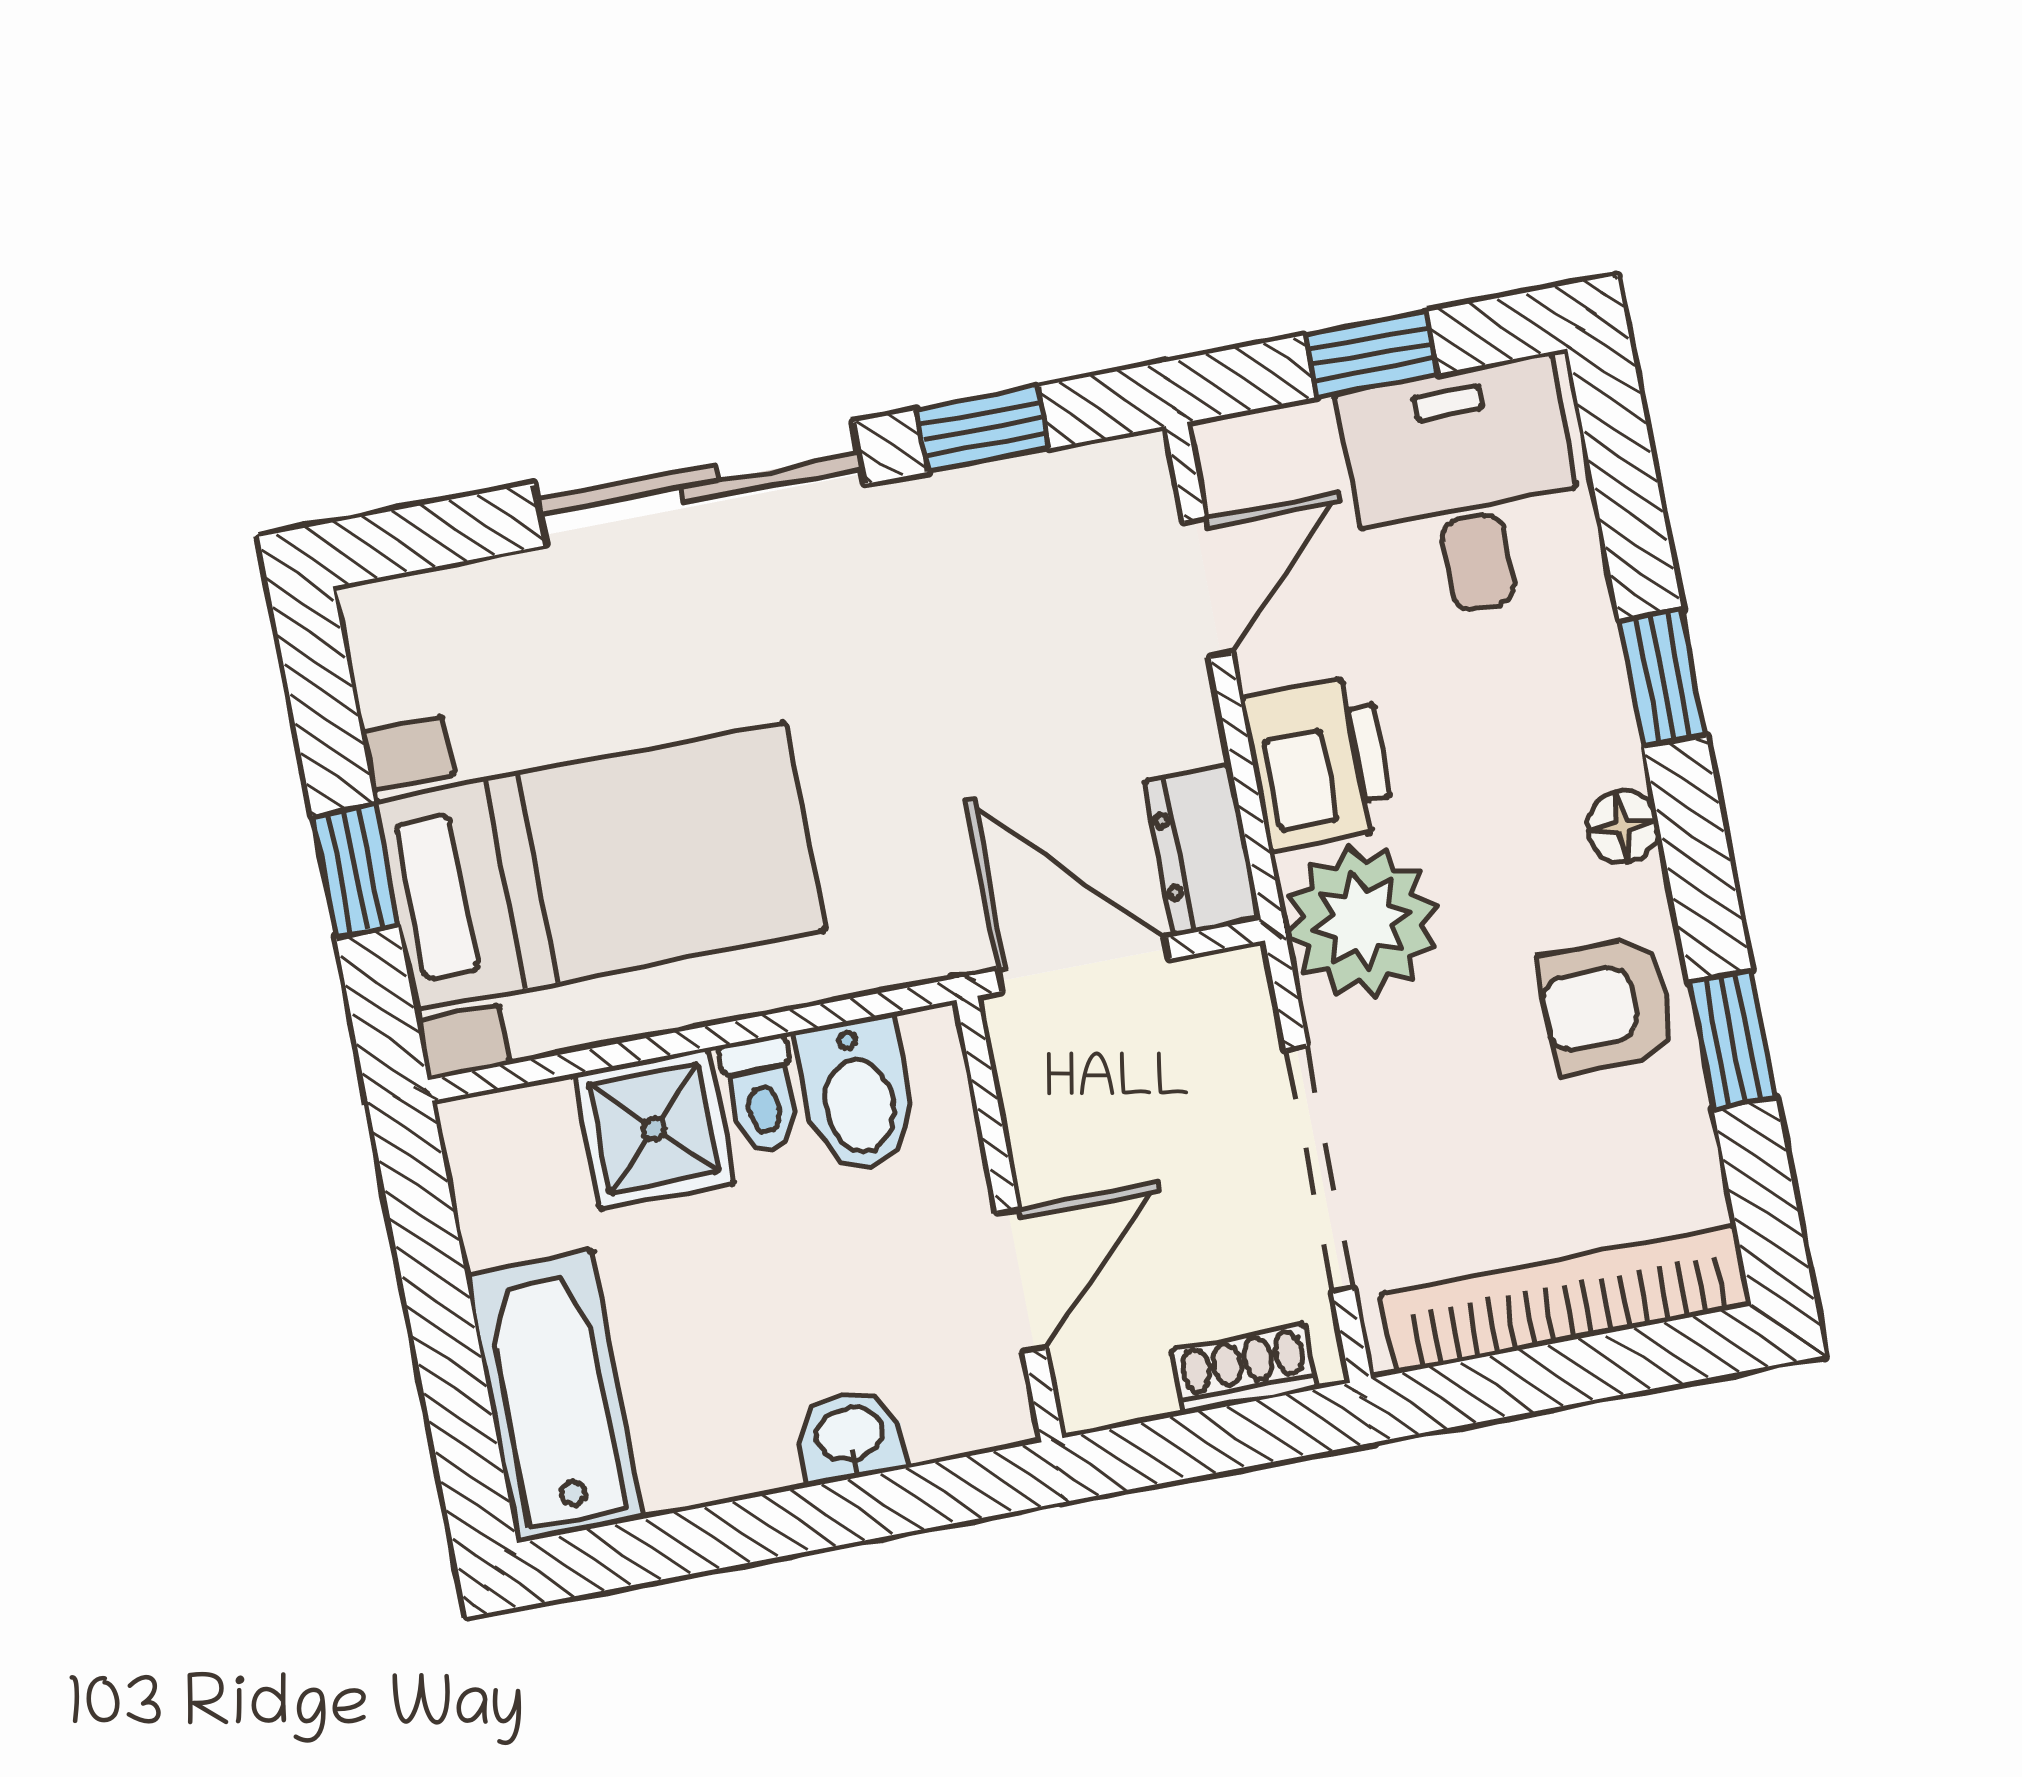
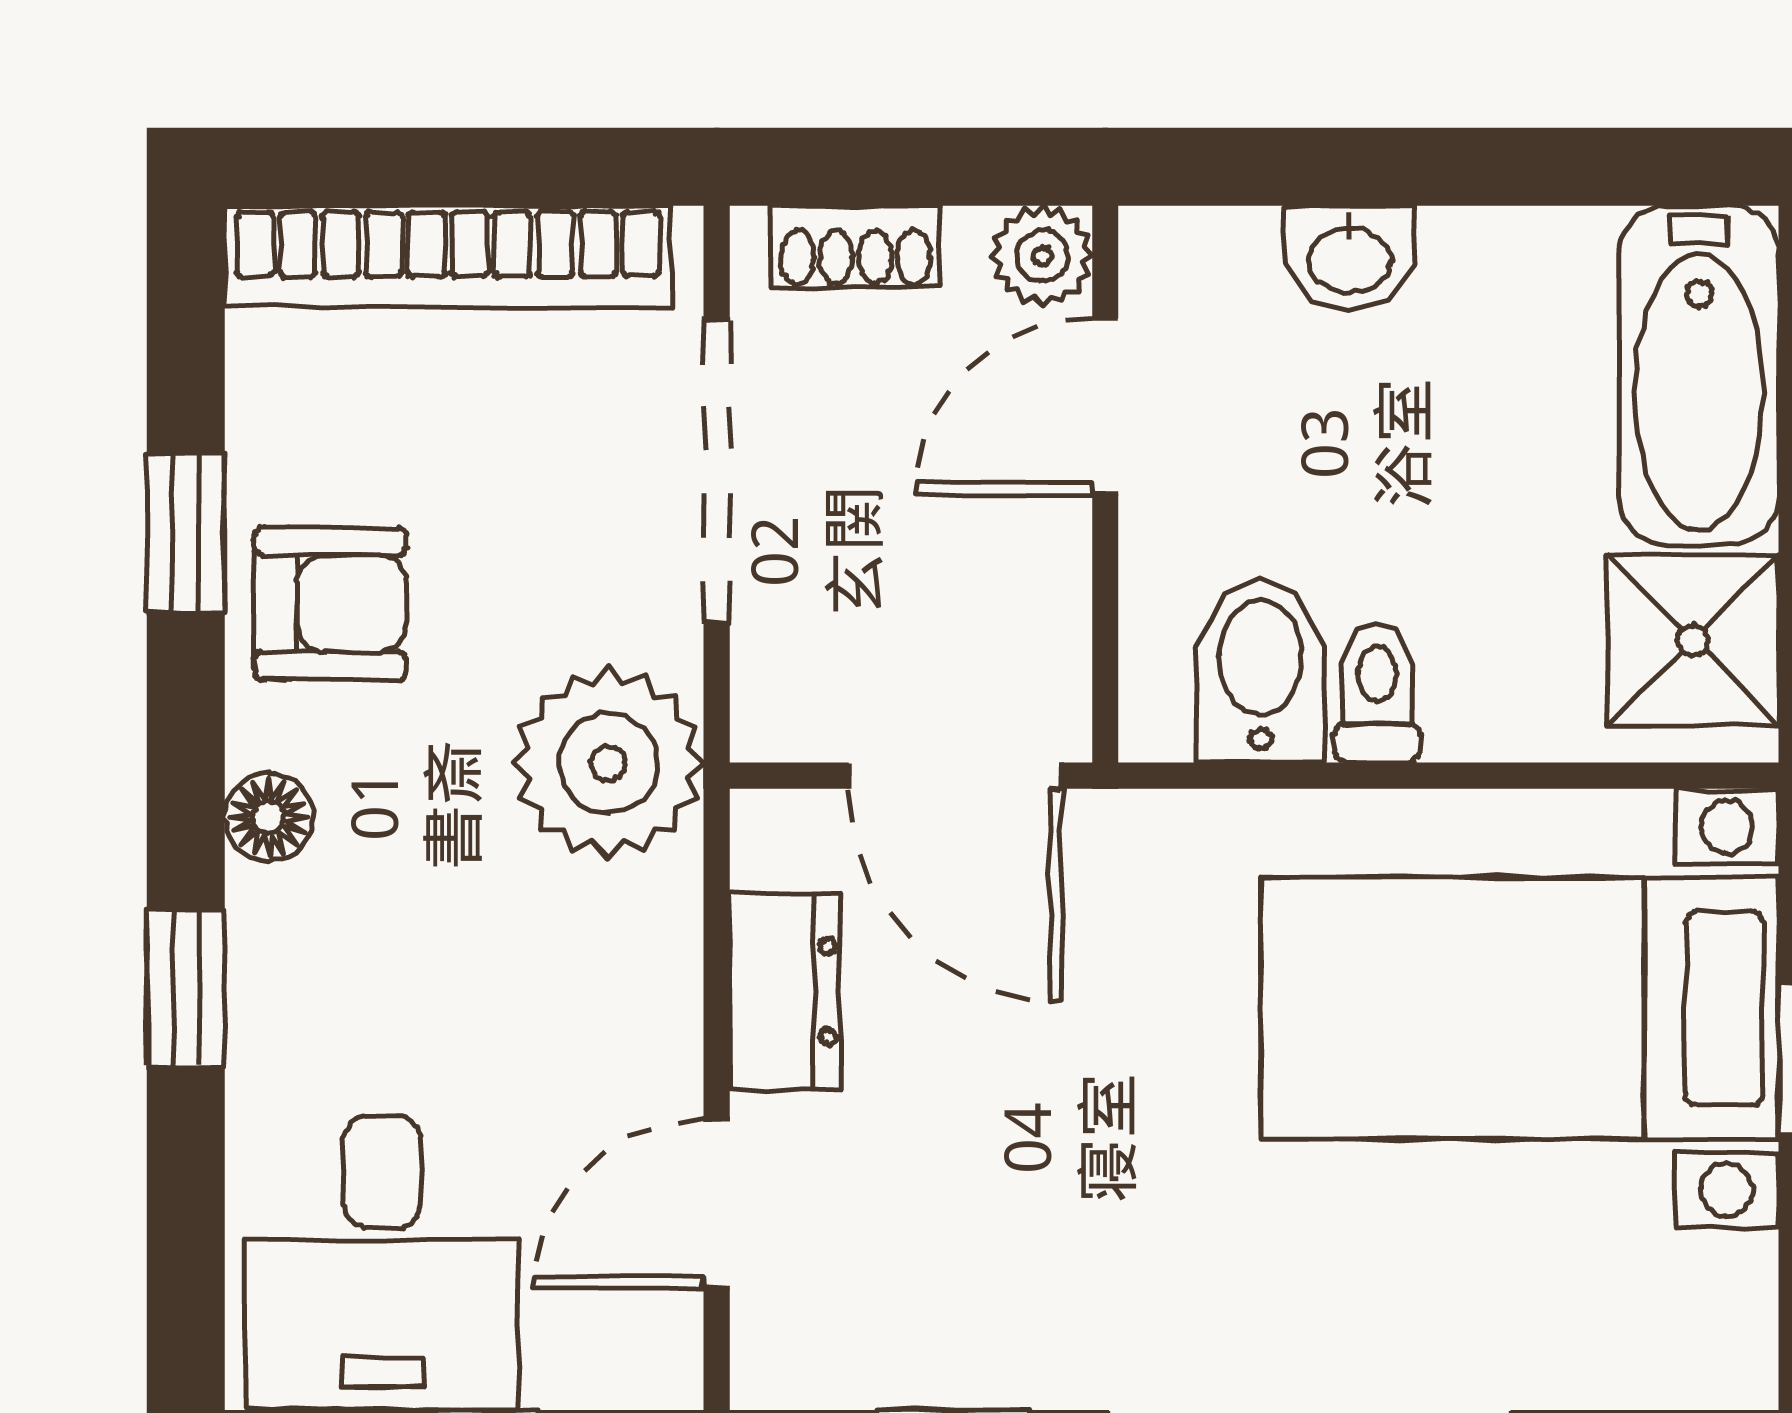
printer: (1318, 763) -> (624, 966), removed
dresser: (1202, 850) -> (785, 991), moved
shower: (654, 1129) -> (1693, 640), moved
plant: (1094, 1391) -> (1042, 256), added

